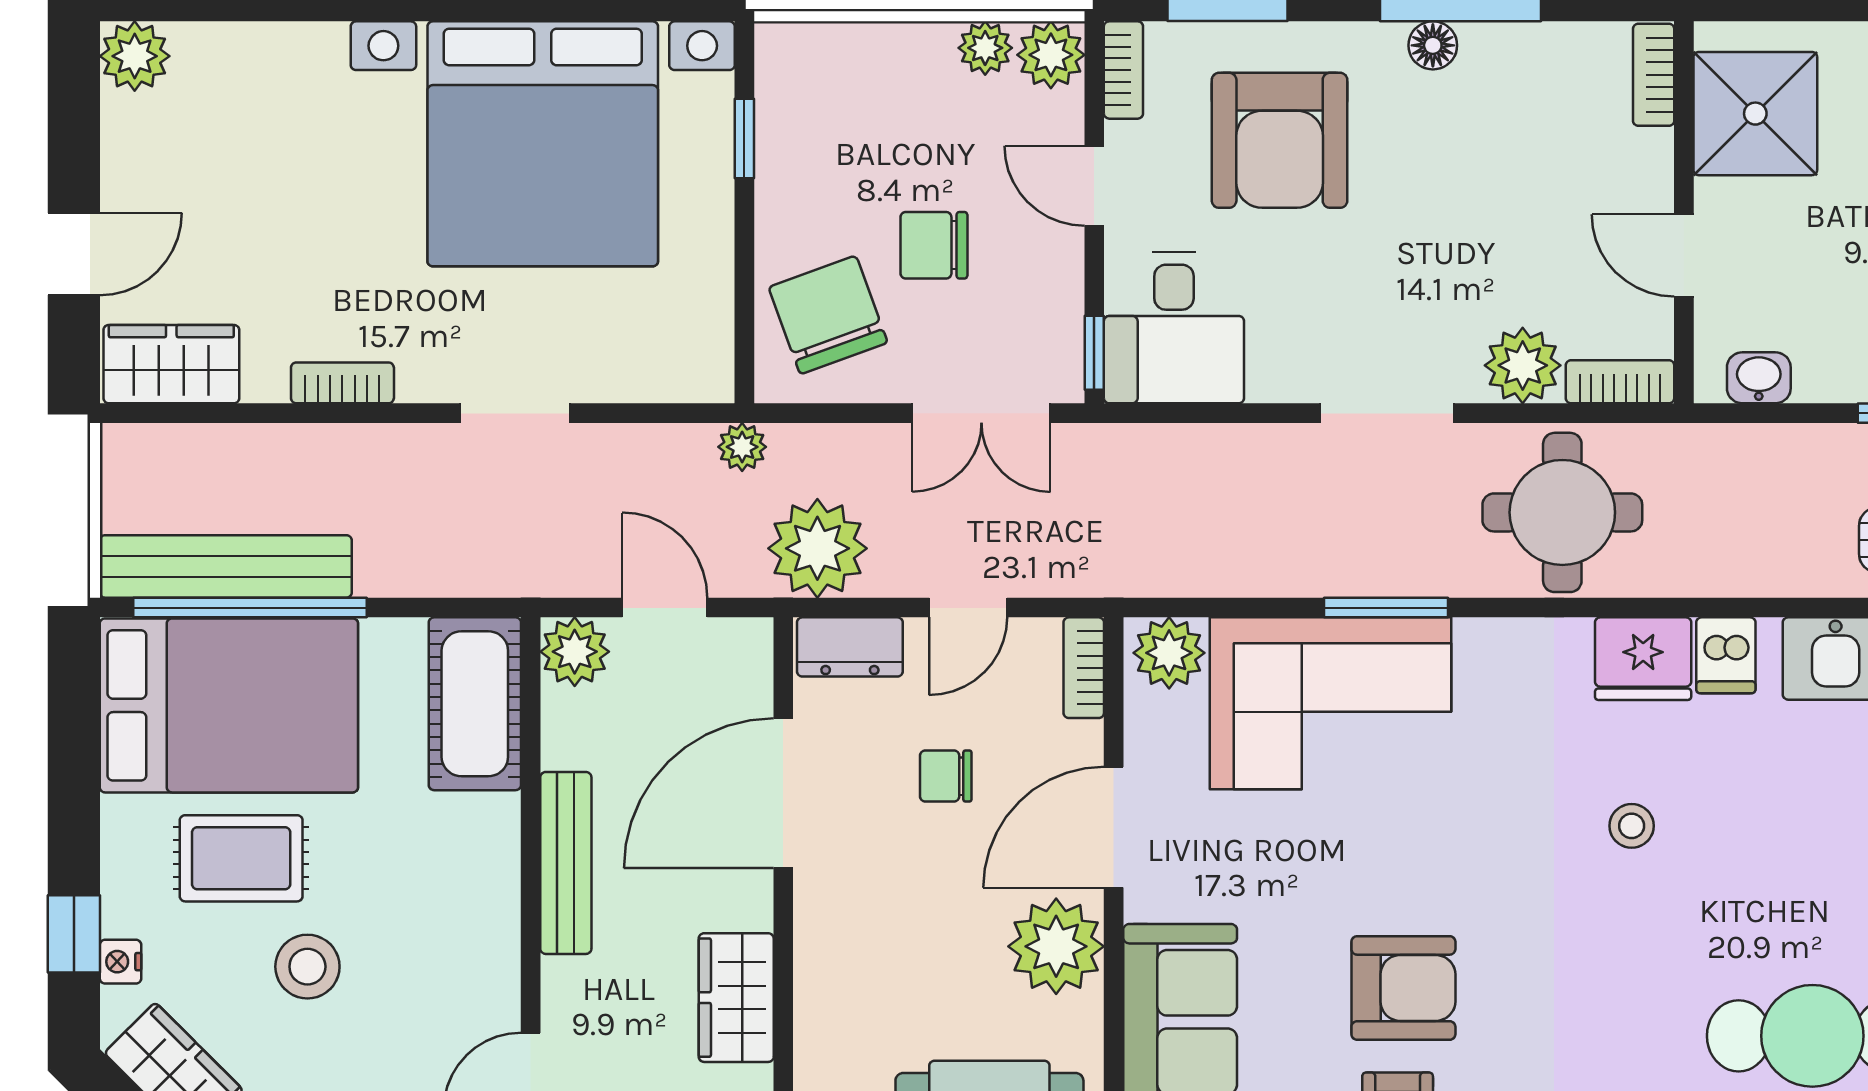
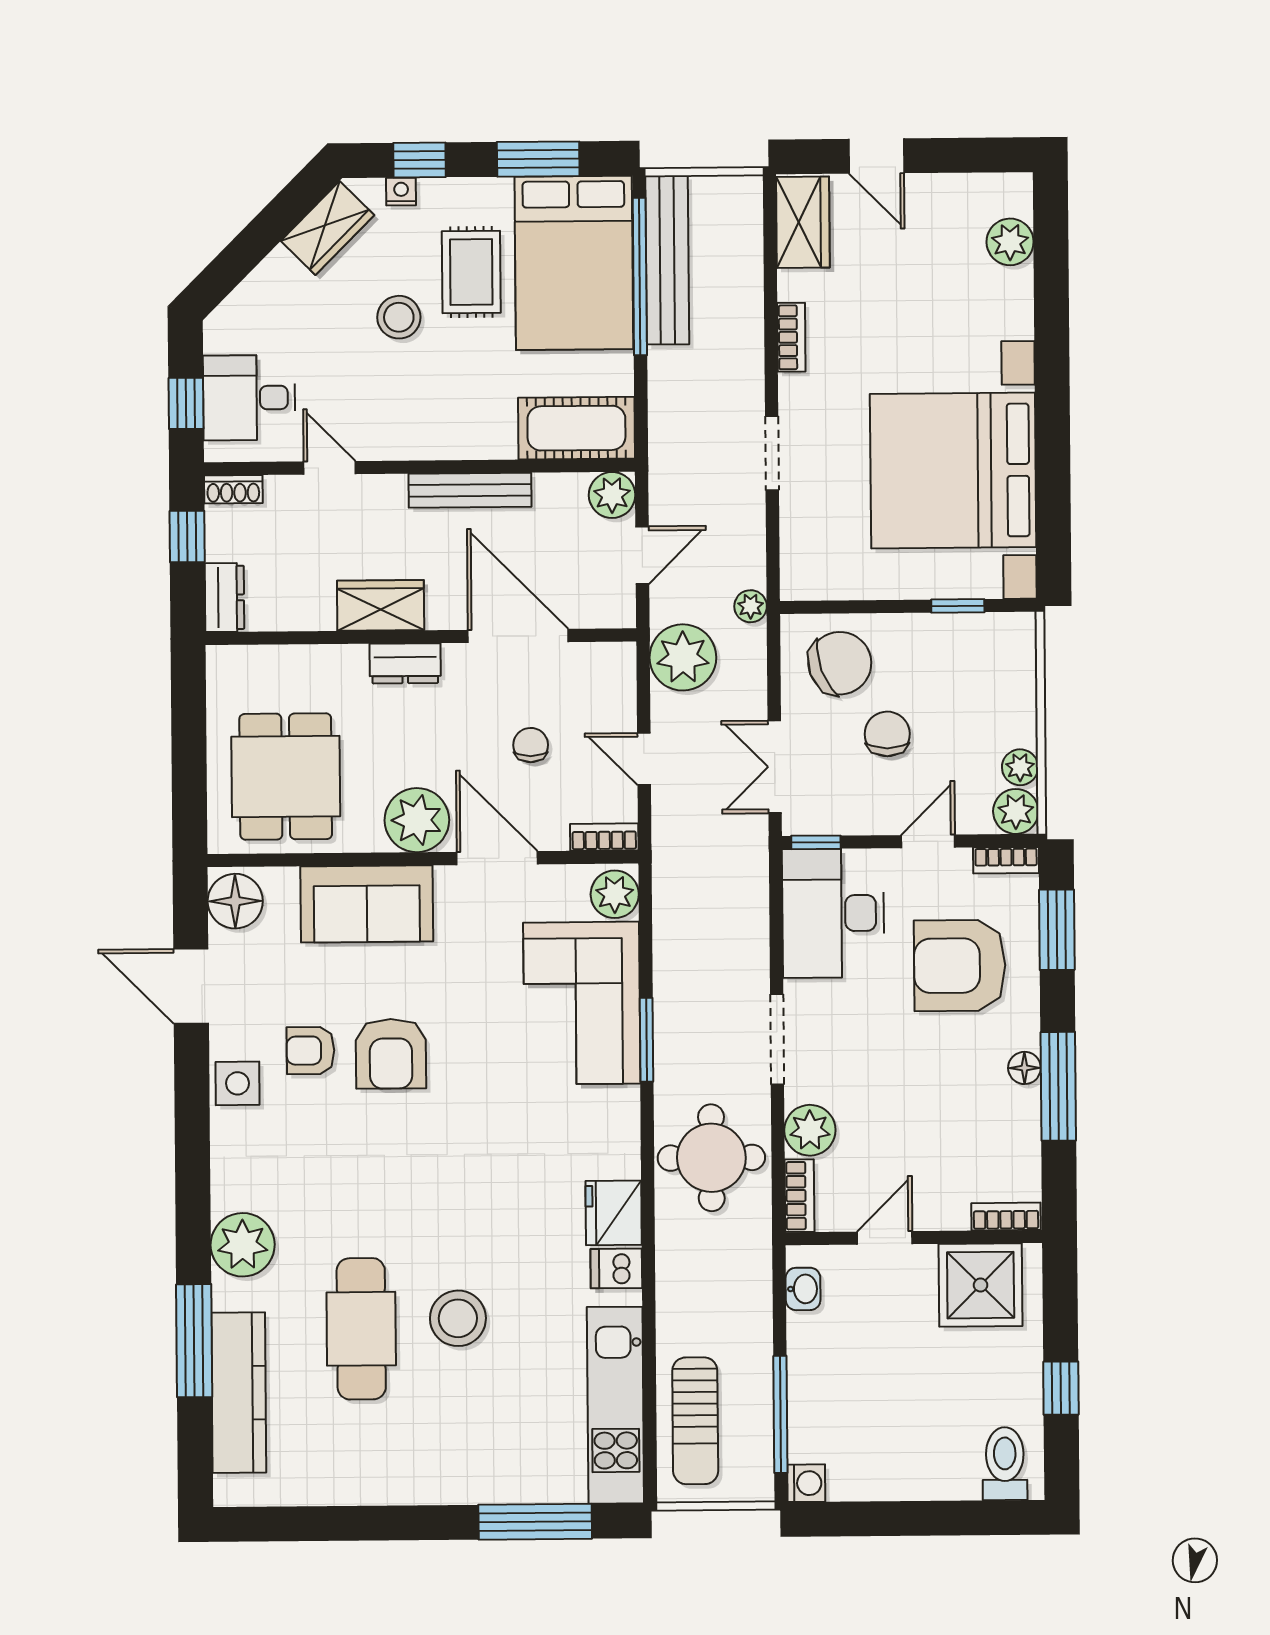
plant: (135, 56) -> (1010, 242), moved
desk: (1174, 328) -> (833, 913), width x1.37
dresser: (850, 647) -> (405, 663), moved, turned -90
window: (74, 757) -> (538, 159), added
stool: (1632, 826) -> (458, 1318), moved, width x1.89, depth x1.89

